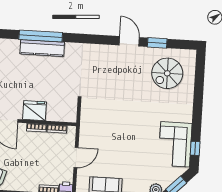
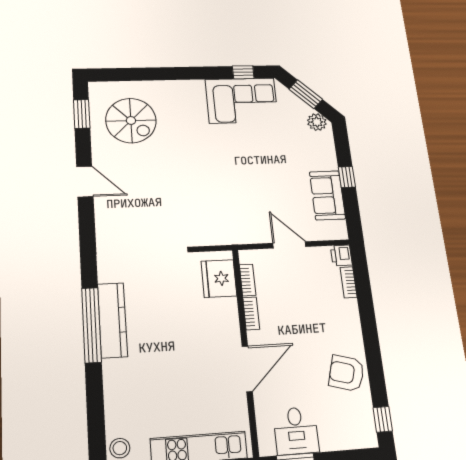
door: (129, 41) -> (85, 181), swing flipped
window: (157, 43) -> (82, 114), moved
fridge: (34, 111) -> (219, 279), moved

